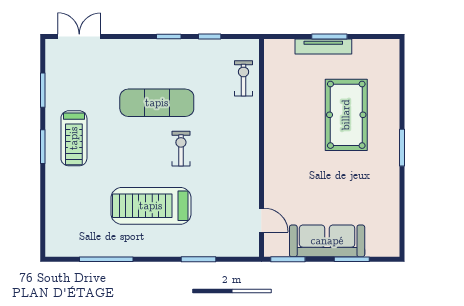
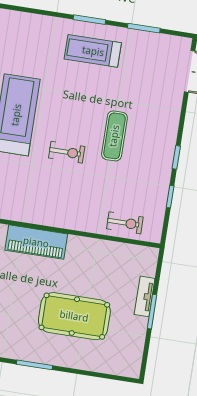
tv unit: (323, 47) -> (145, 296), width x0.71
exercise mat: (157, 103) -> (114, 136), width x0.73, depth x0.69
piano: (277, 165) -> (36, 242), added

